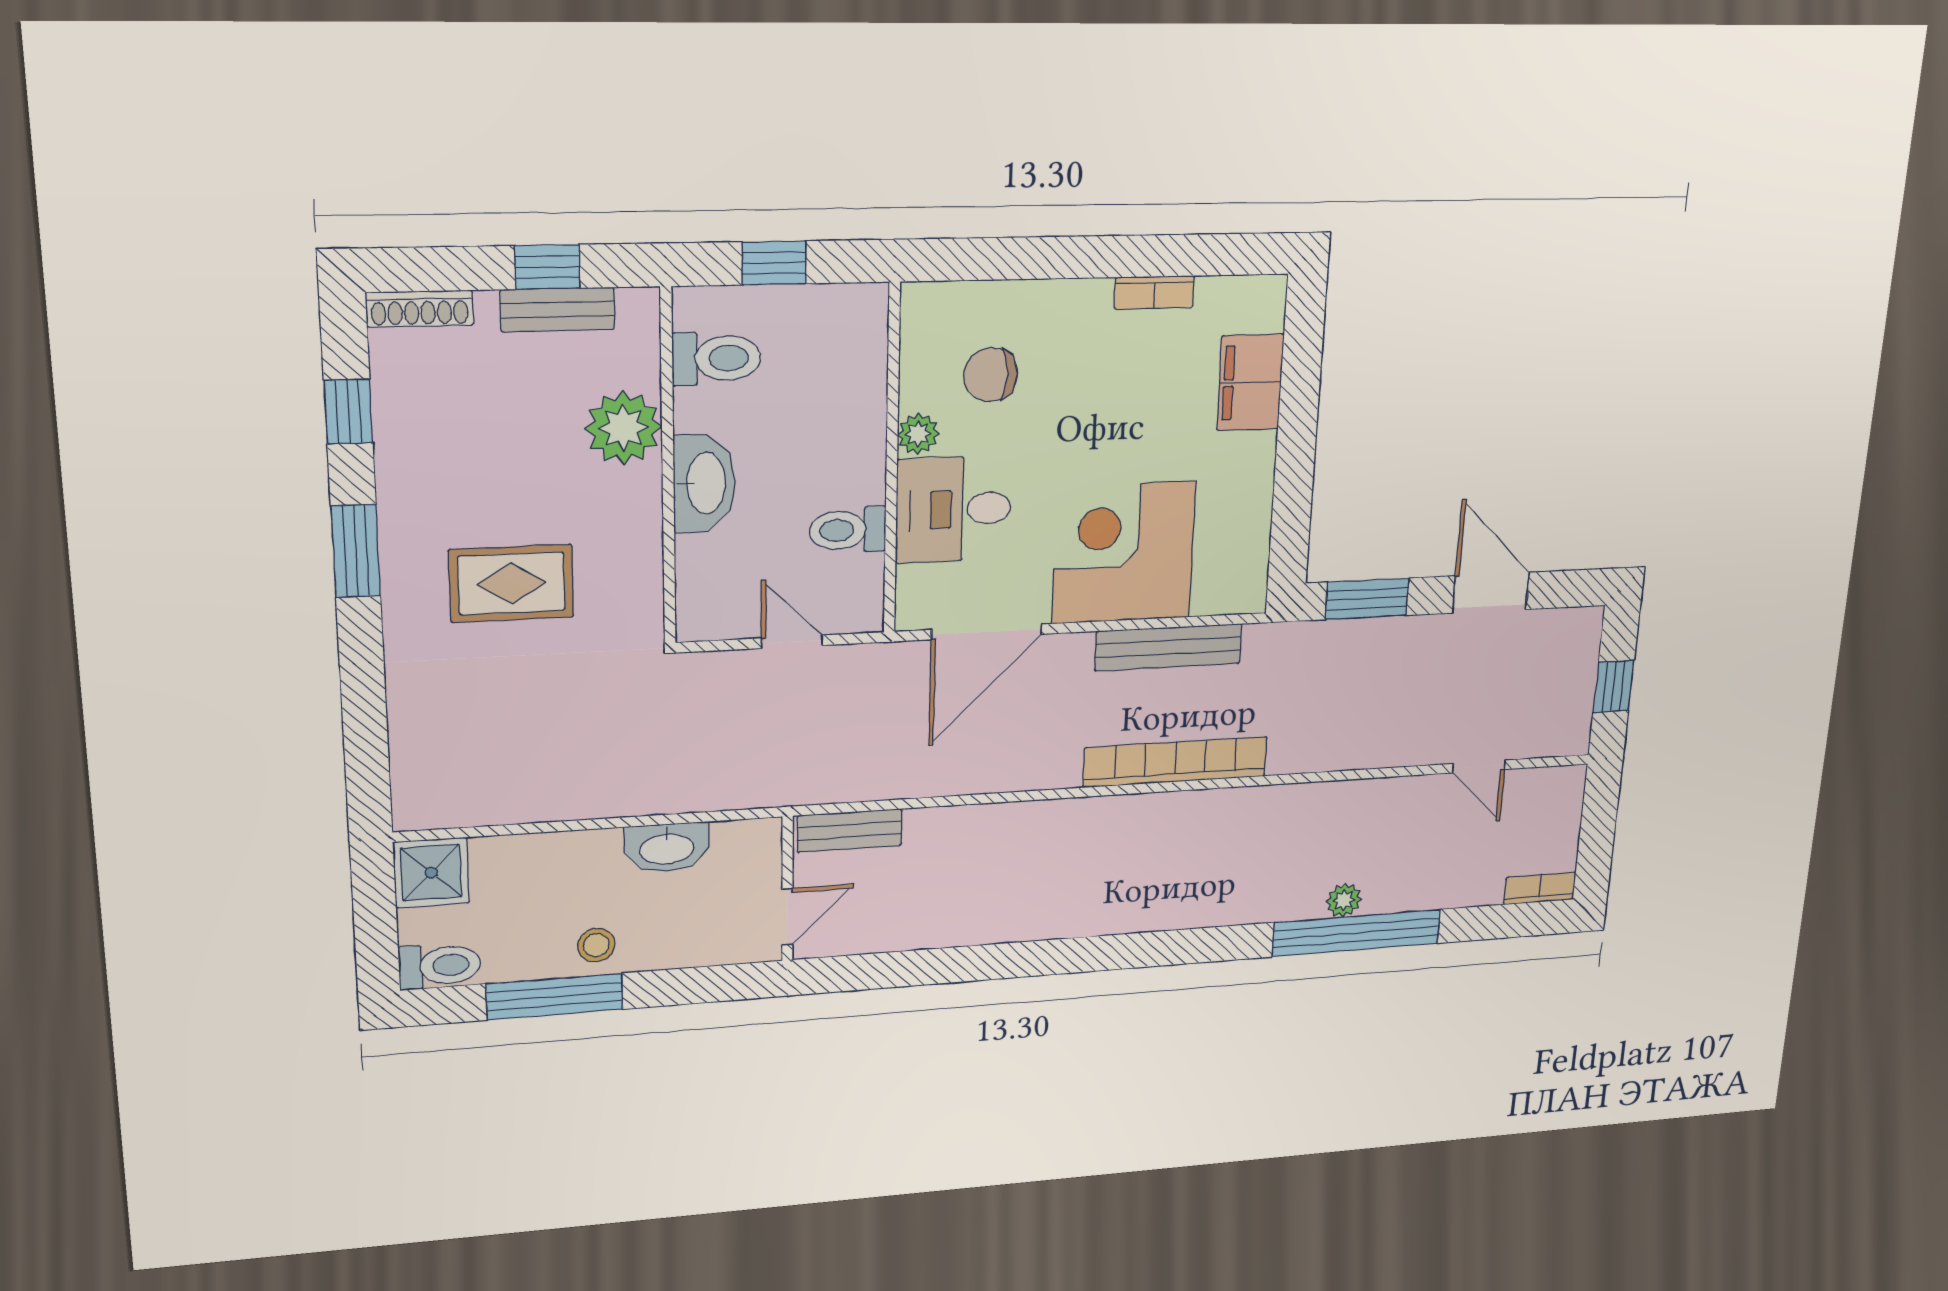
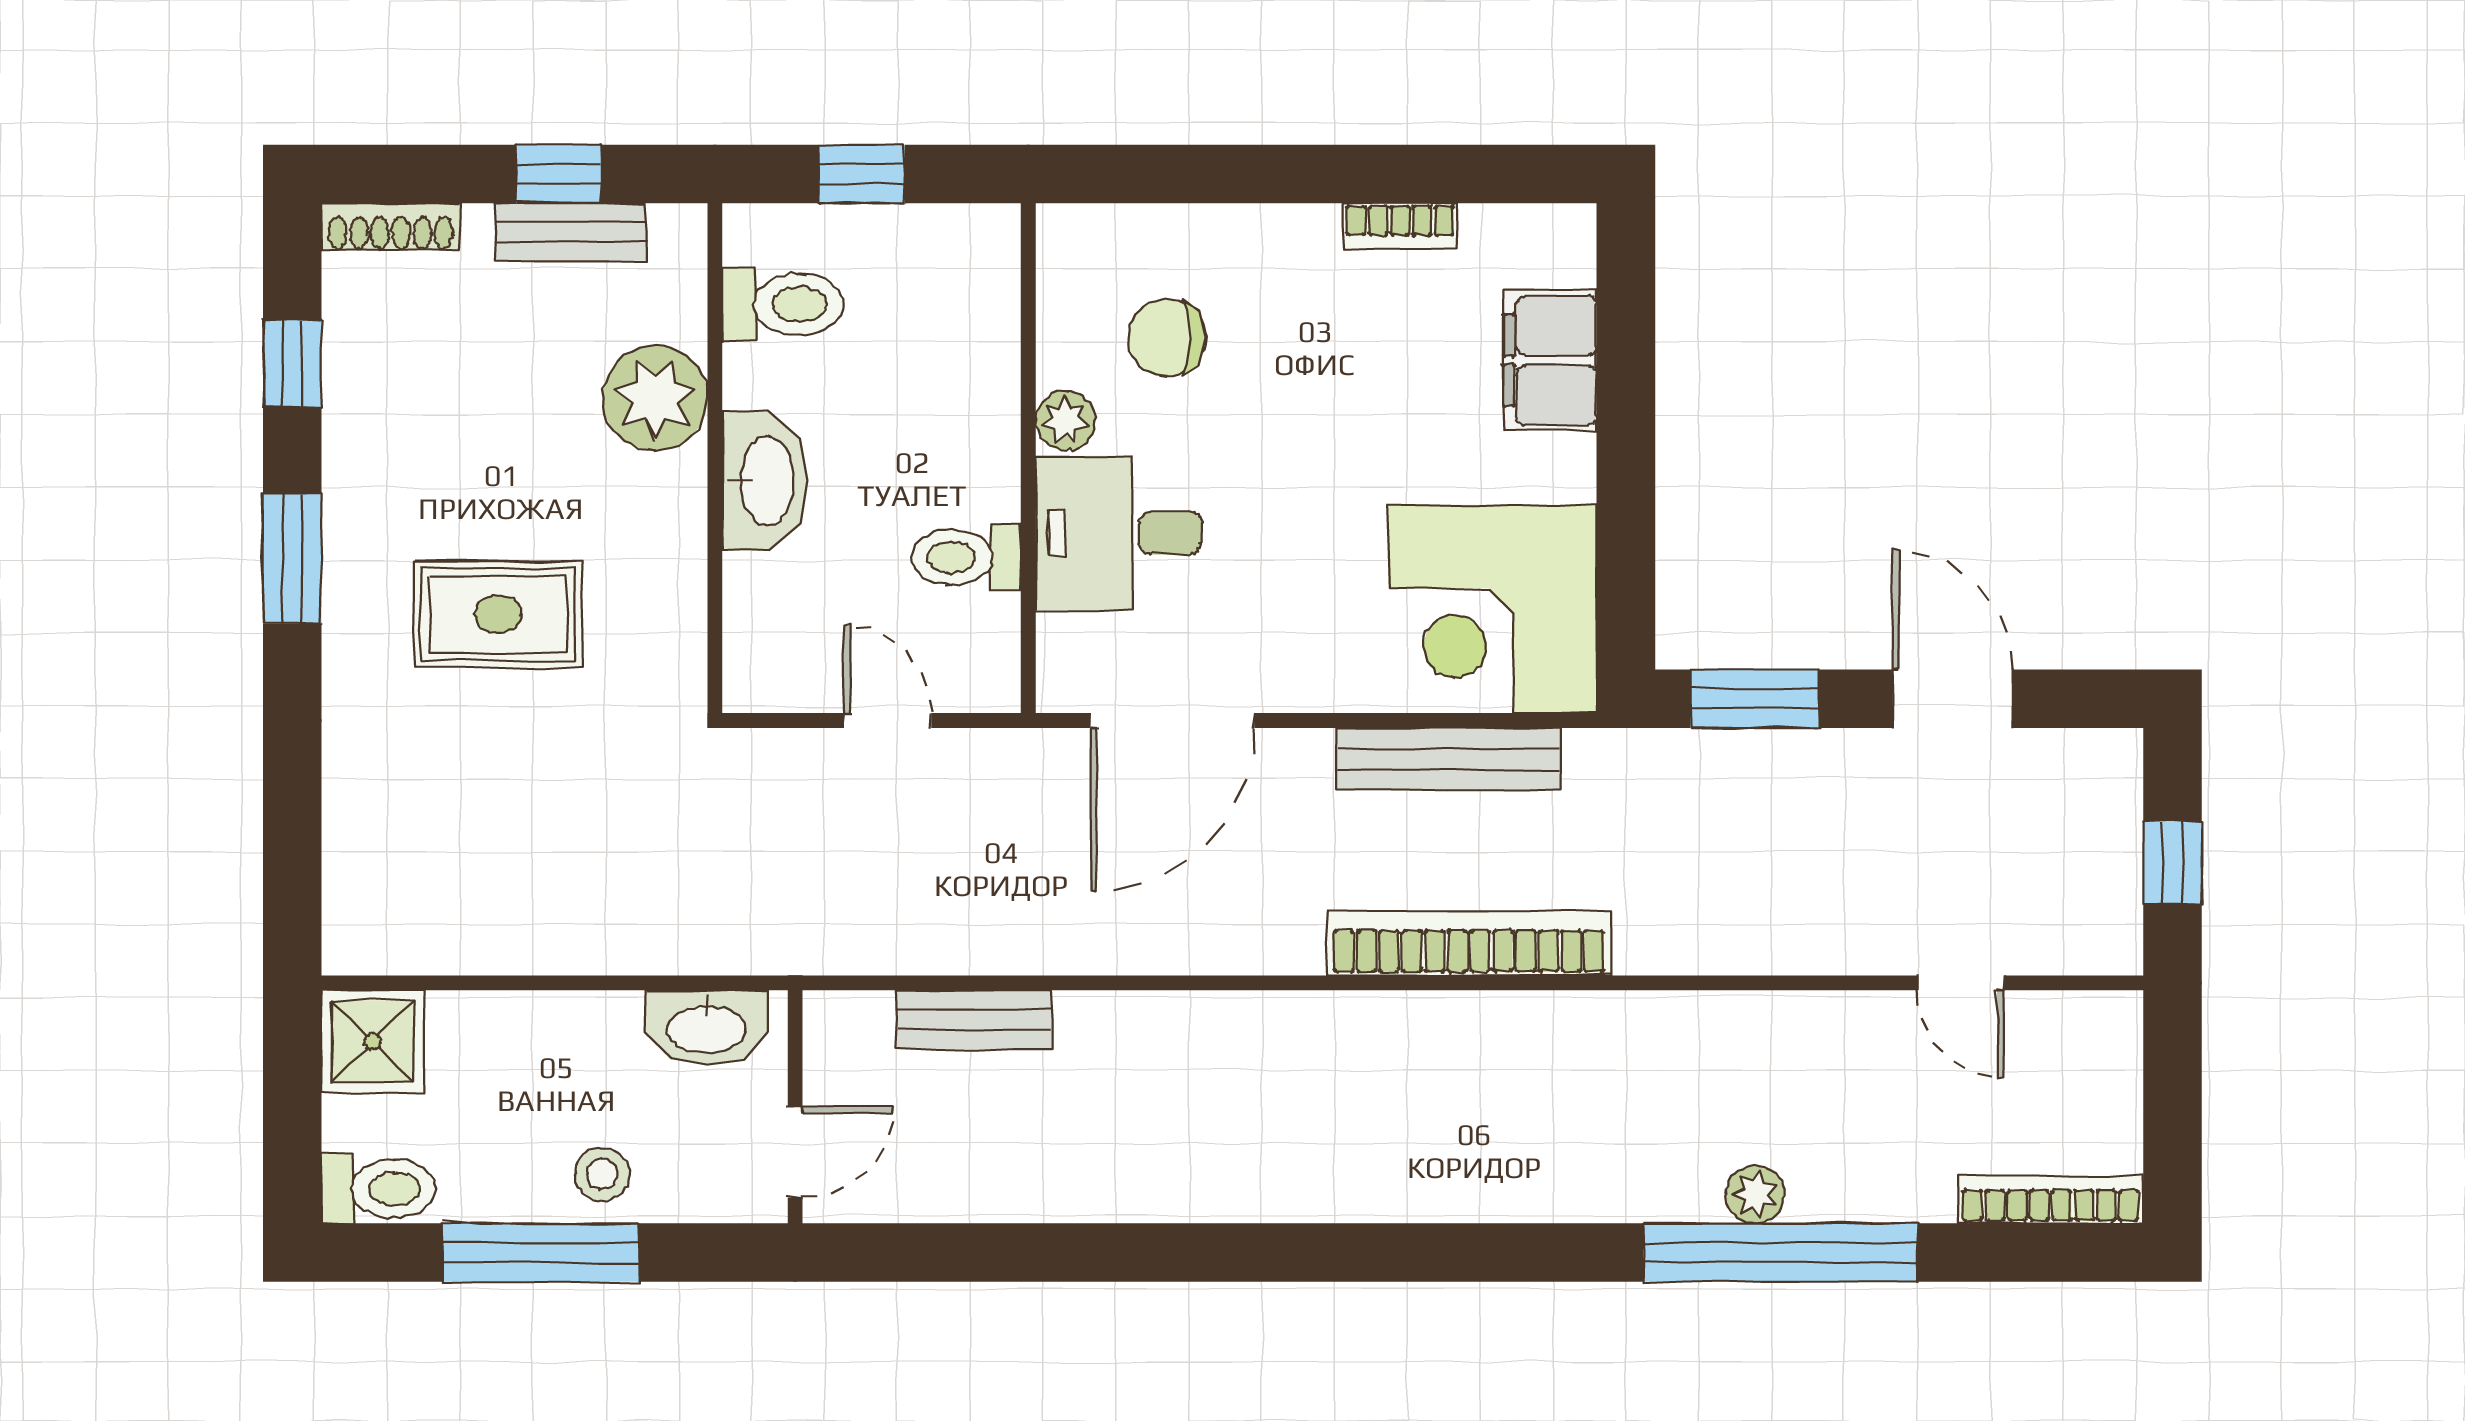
corner desk: (1124, 553) -> (1493, 609), moved, turned -90
bookcase: (1540, 888) -> (2051, 1200), width x1.56
wall: (787, 889) -> (795, 1107), moved
door: (787, 917) -> (795, 1152), moved

